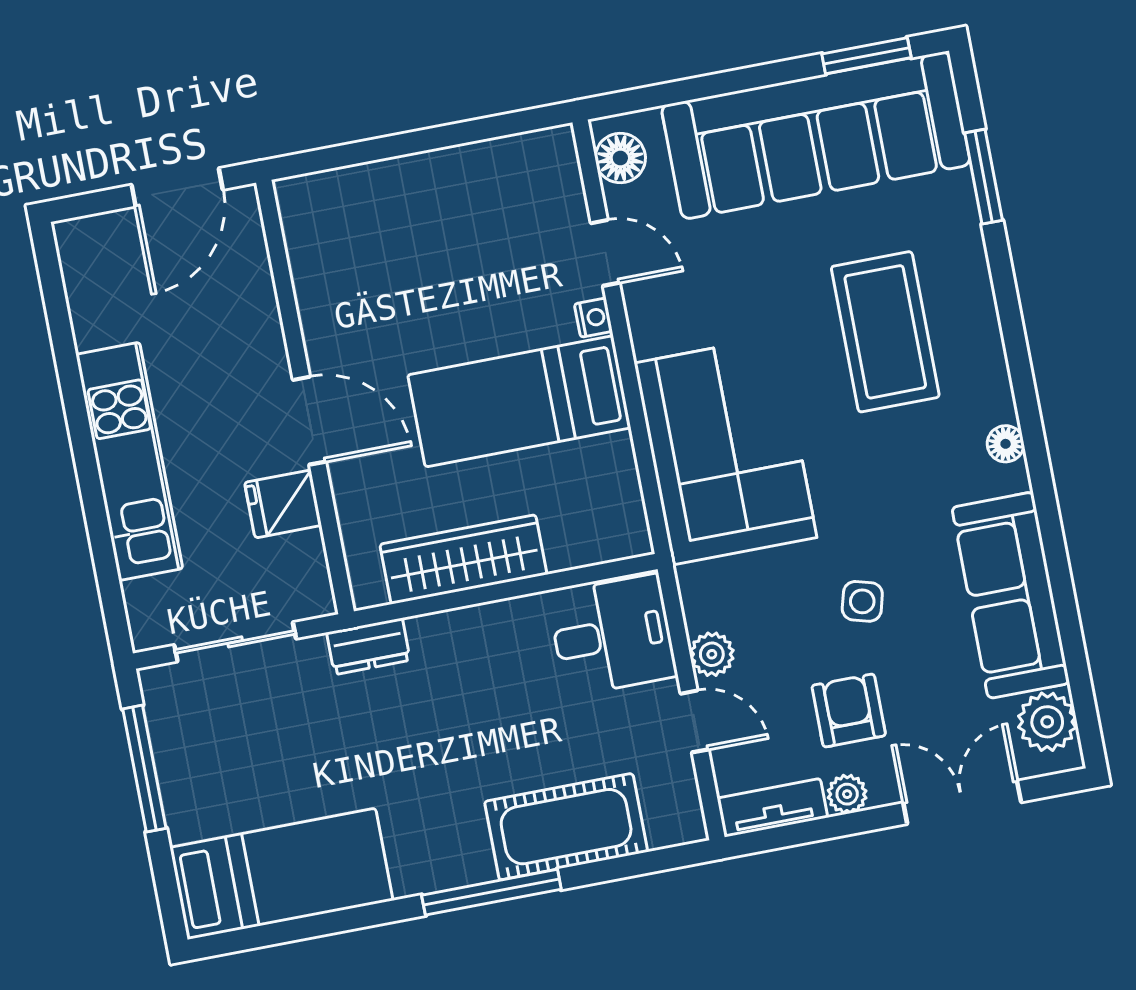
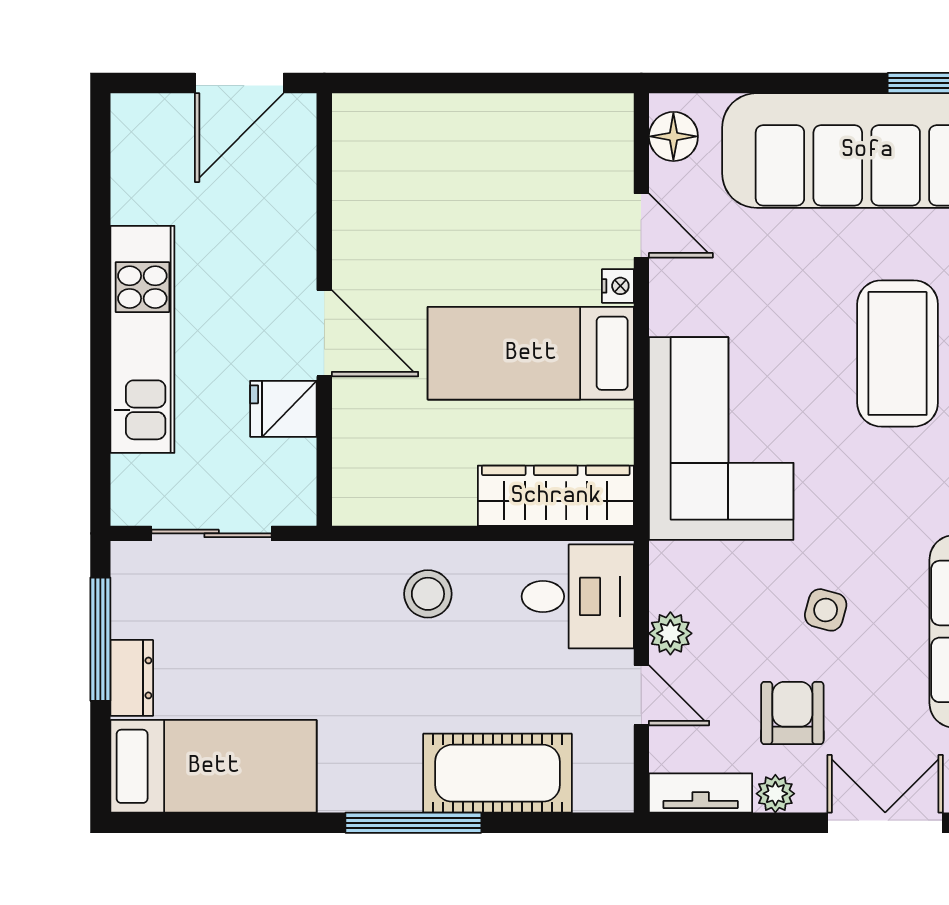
wardrobe: (463, 559) -> (556, 496), moved
dresser: (368, 646) -> (132, 678), moved, turned -90
stool: (462, 661) -> (428, 594), added

